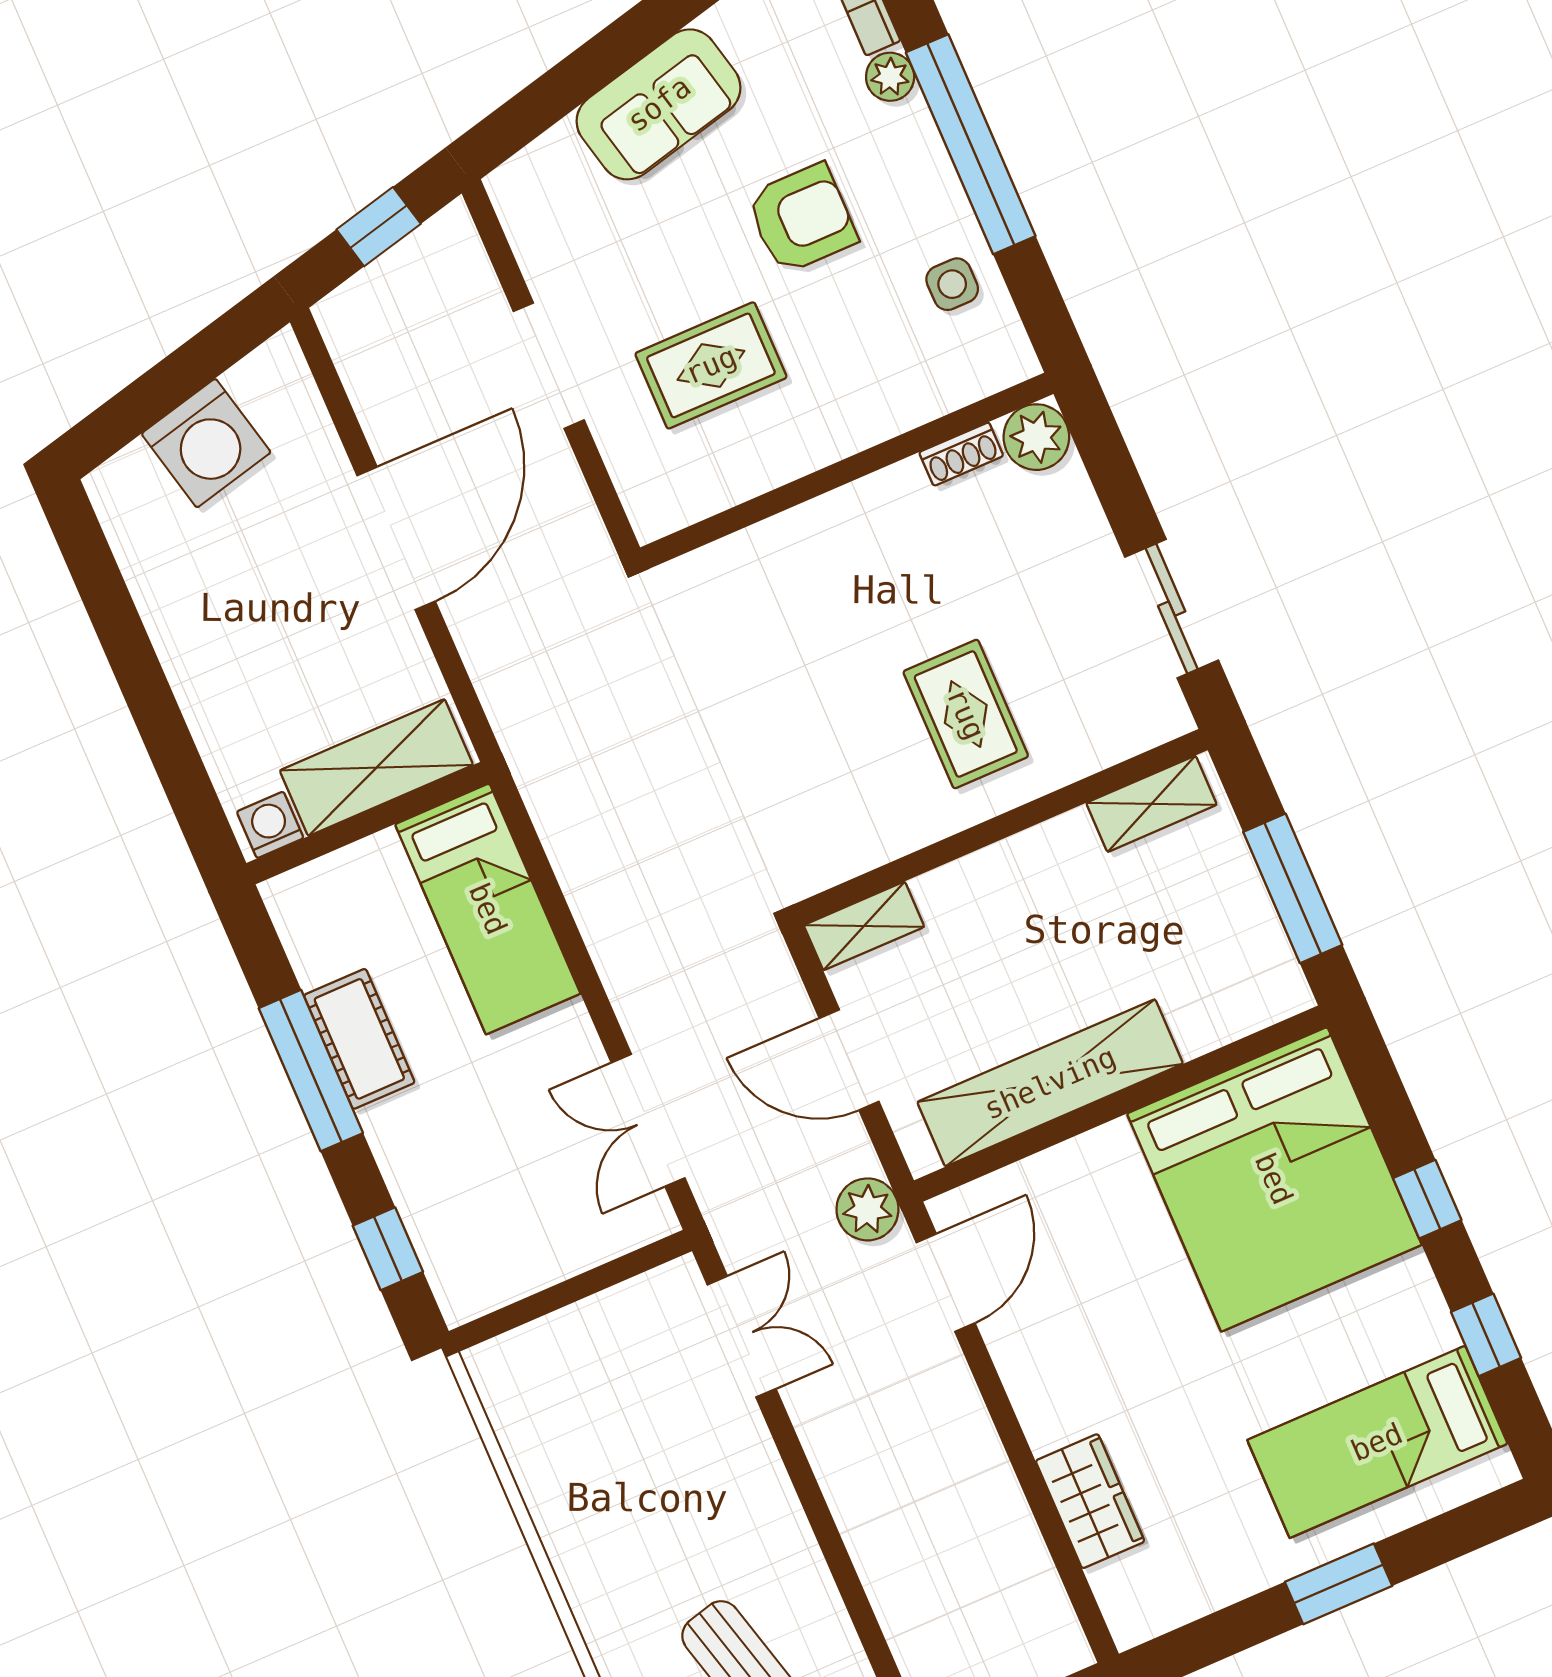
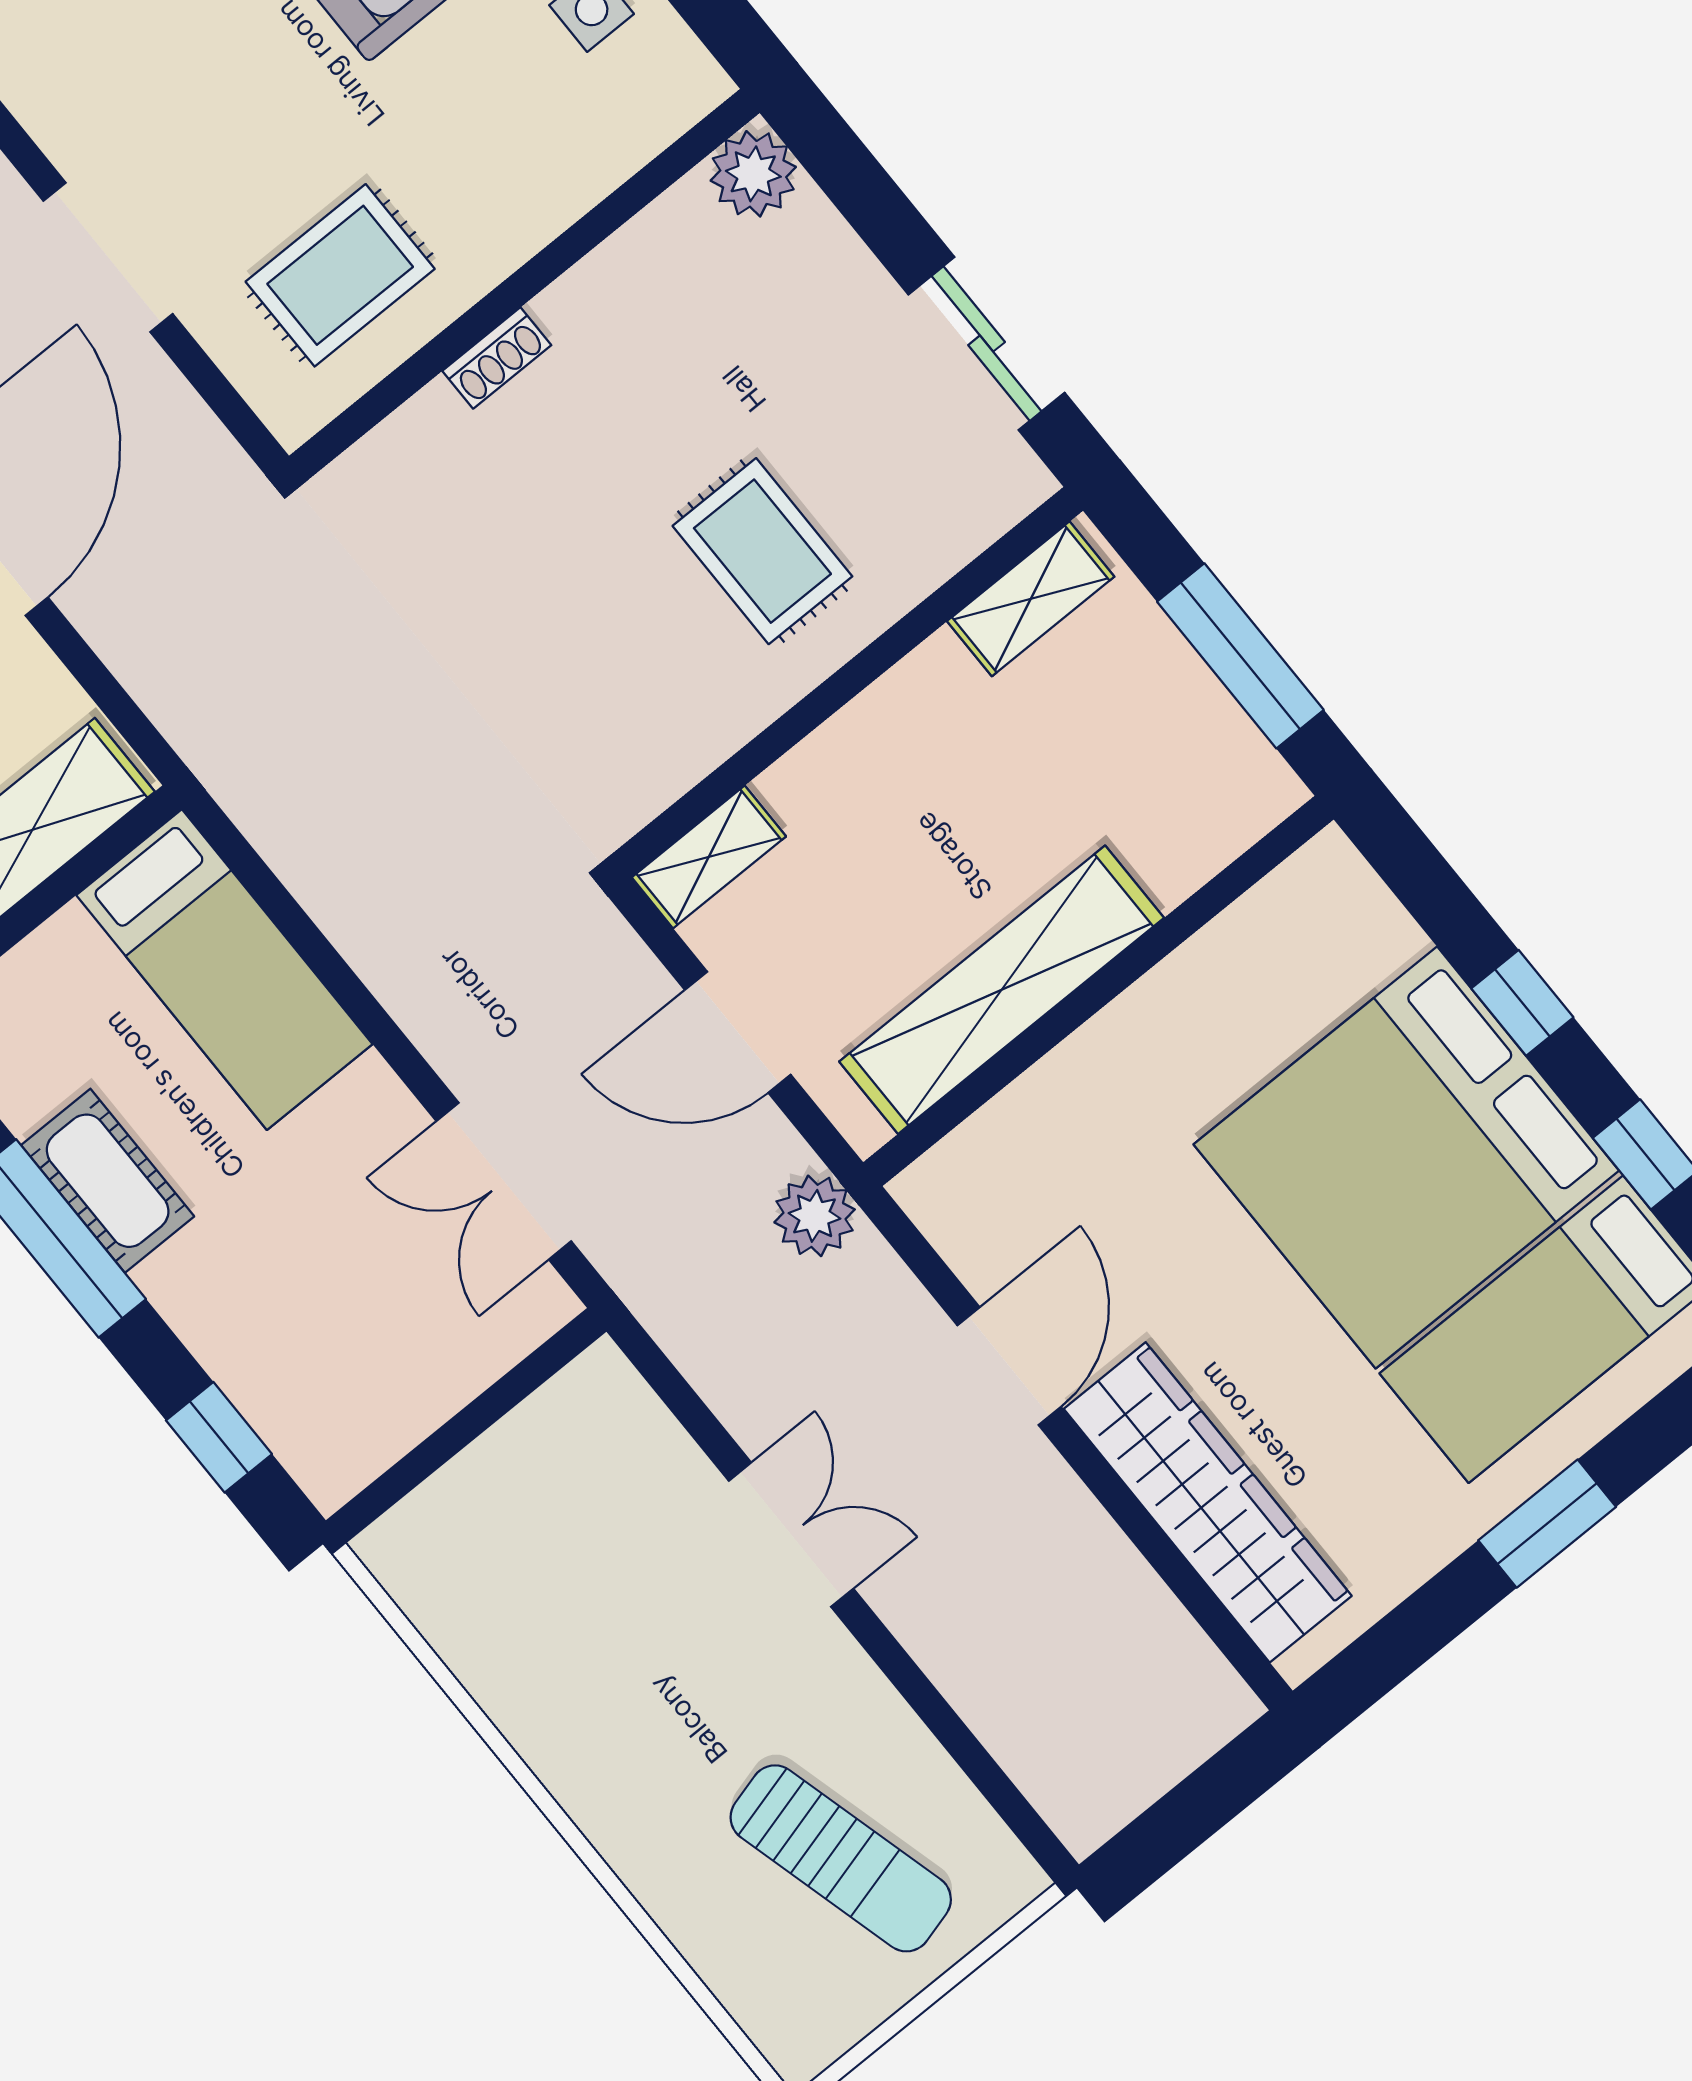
rug: (711, 365) -> (340, 275), moved
shoe rack: (961, 454) -> (497, 358), moved
bed: (1274, 1179) -> (1406, 1158), moved, turned 90
door: (946, 1283) -> (1009, 1366), moved
double door: (742, 1337) -> (791, 1535), moved
wardrobe: (1090, 1501) -> (1208, 1502), width x2.10, depth x1.17

